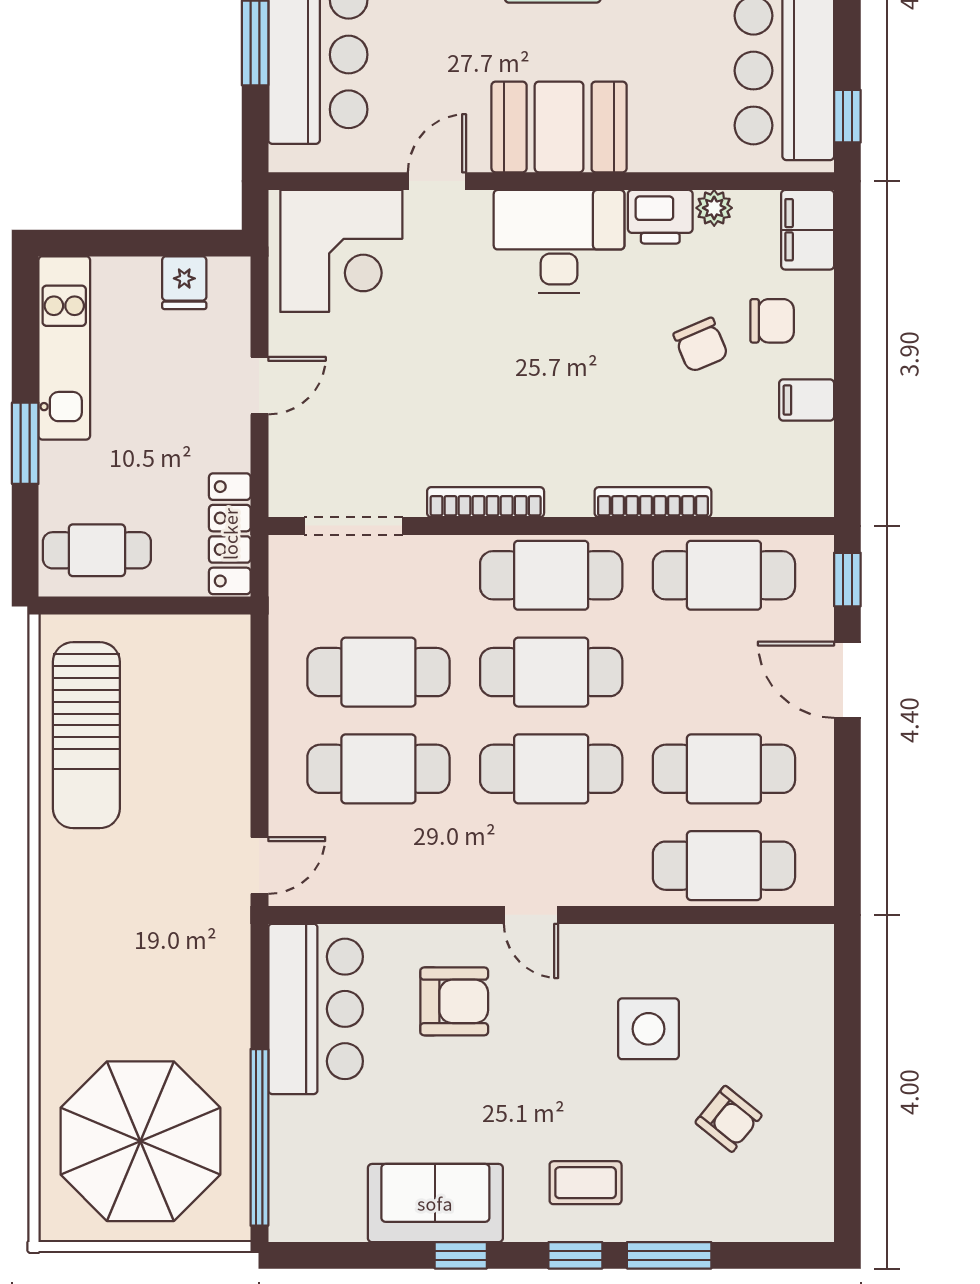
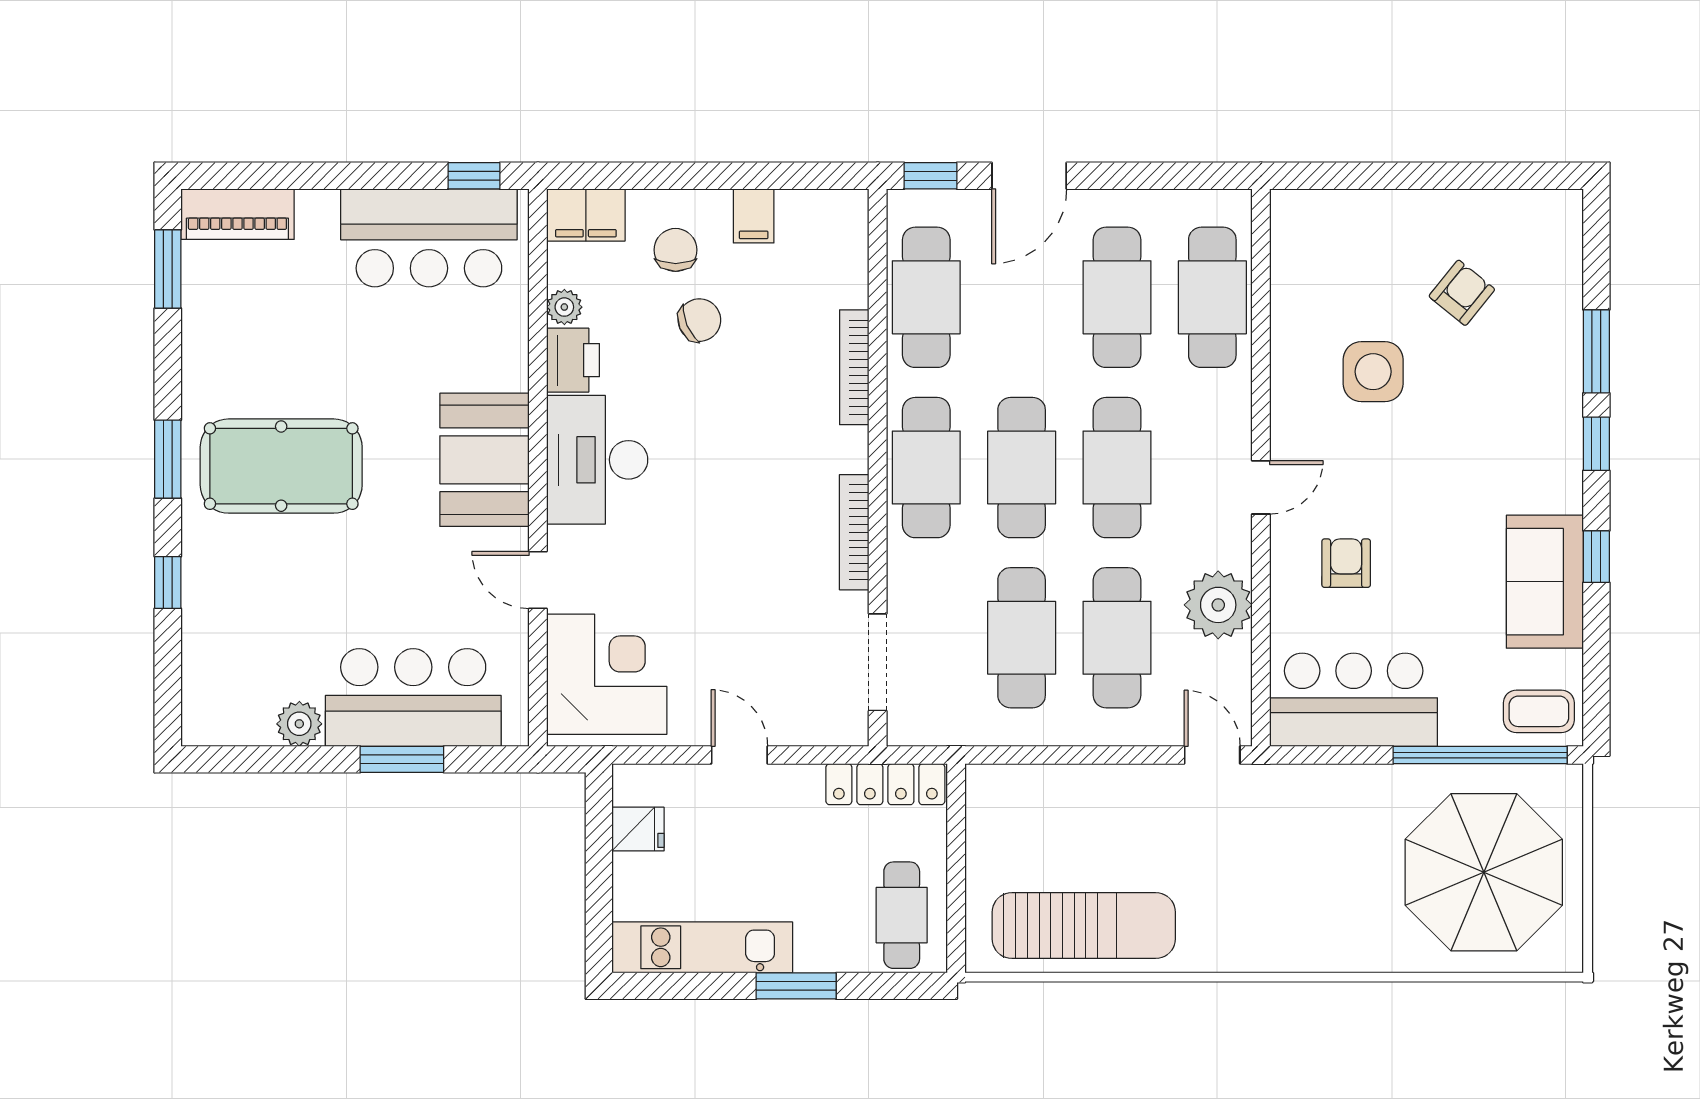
plant: (412, 872) -> (1218, 605), added
armchair: (454, 1001) -> (1346, 563), width x0.72, depth x0.72
coffee table: (586, 1183) -> (1539, 711), moved, turned 90

